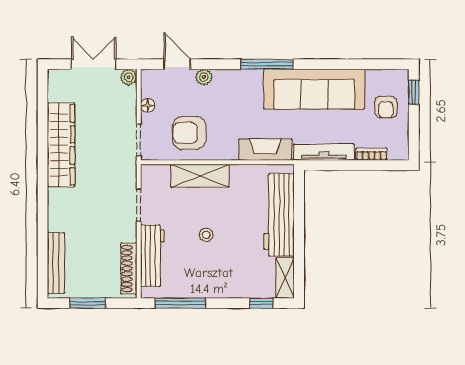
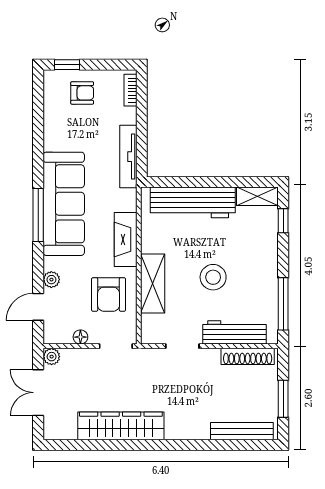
sofa: (314, 89) -> (64, 204), moved
fireplace: (265, 149) -> (126, 239), moved
bookcase: (372, 154) -> (130, 90), moved
stool: (206, 235) -> (213, 277), width x1.89, depth x1.89

